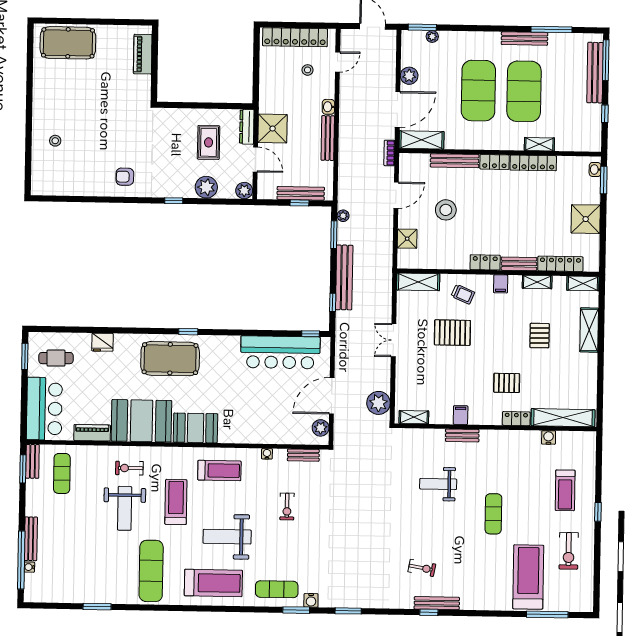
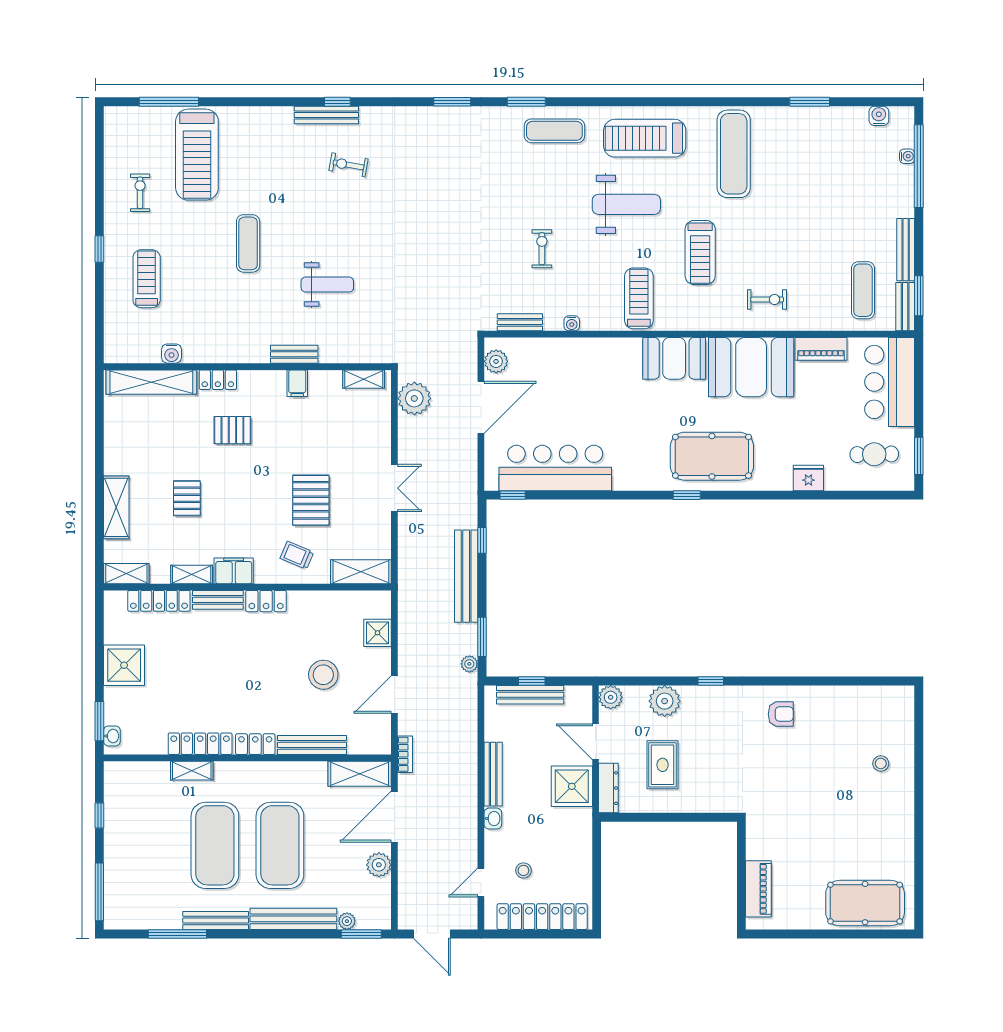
bench: (595, 73) -> (293, 919), moved, turned 90
filing cabinet: (501, 284) -> (234, 571), width x2.00
pallet: (452, 333) -> (311, 500), turned 90
treadmill: (219, 470) -> (639, 298), turned 90
weight bench: (125, 508) -> (773, 242), removed
bench: (31, 539) -> (906, 250), moved
exercise bike: (569, 551) -> (140, 193), width x0.73, depth x0.72
water cooler: (311, 600) -> (879, 116), moved

